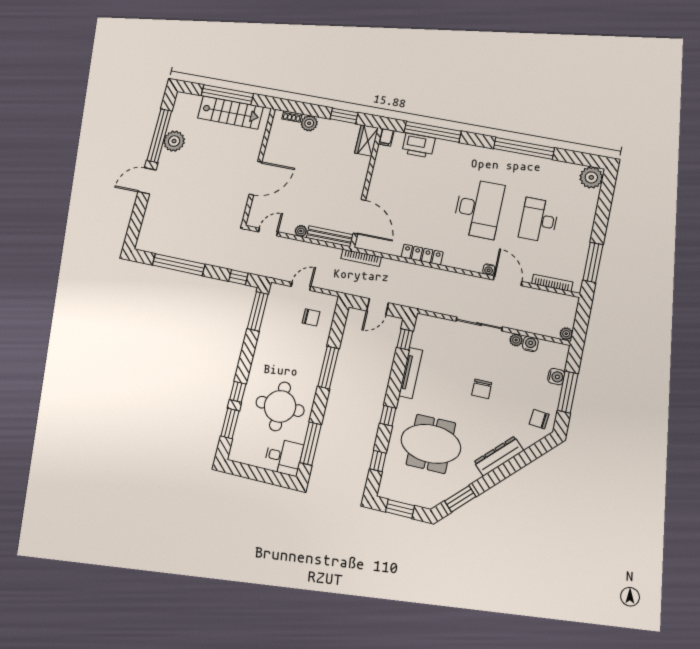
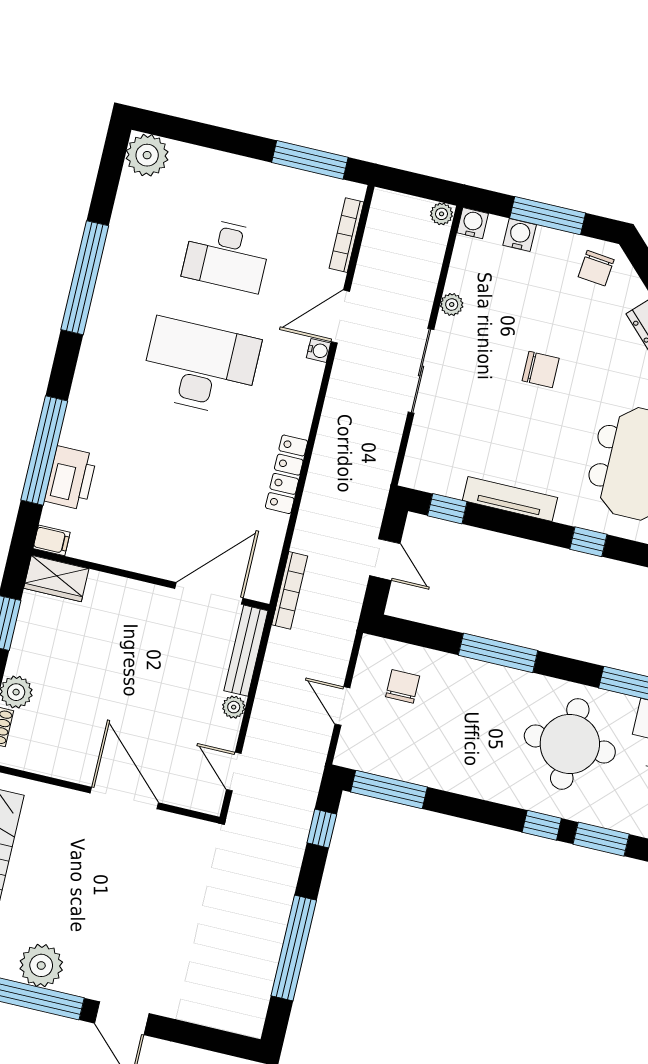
water cooler: (530, 344) -> (473, 223), moved, turned 90

